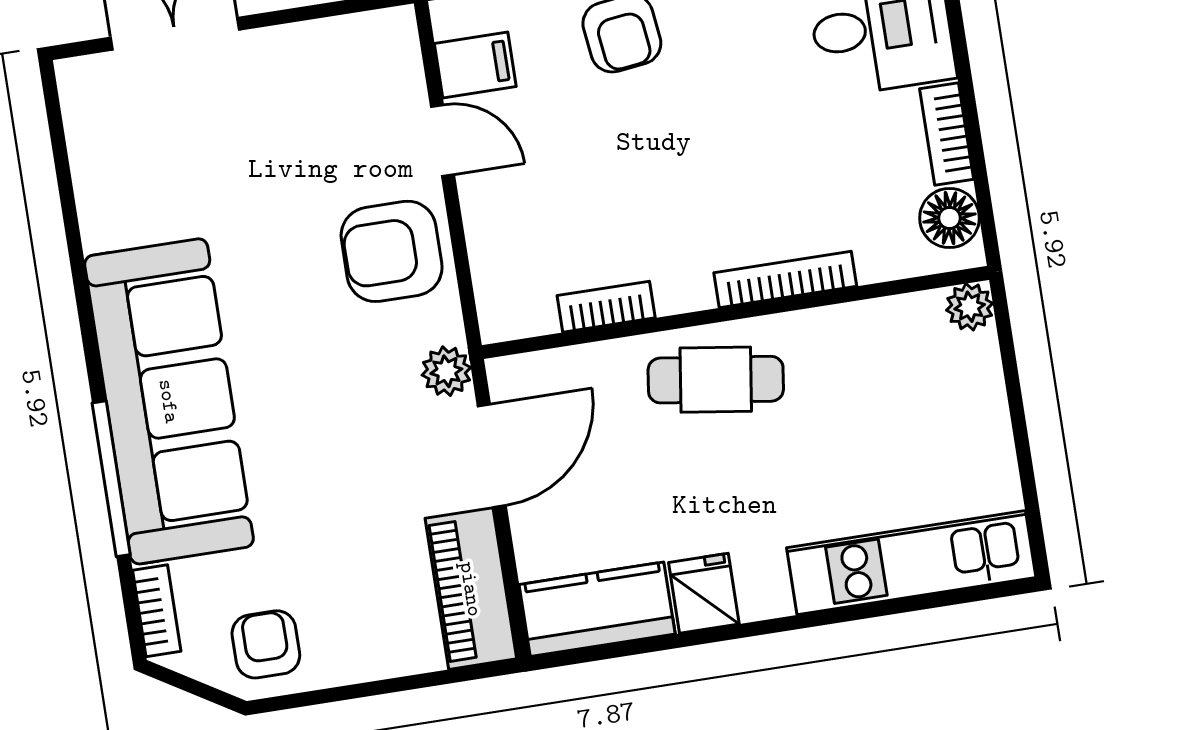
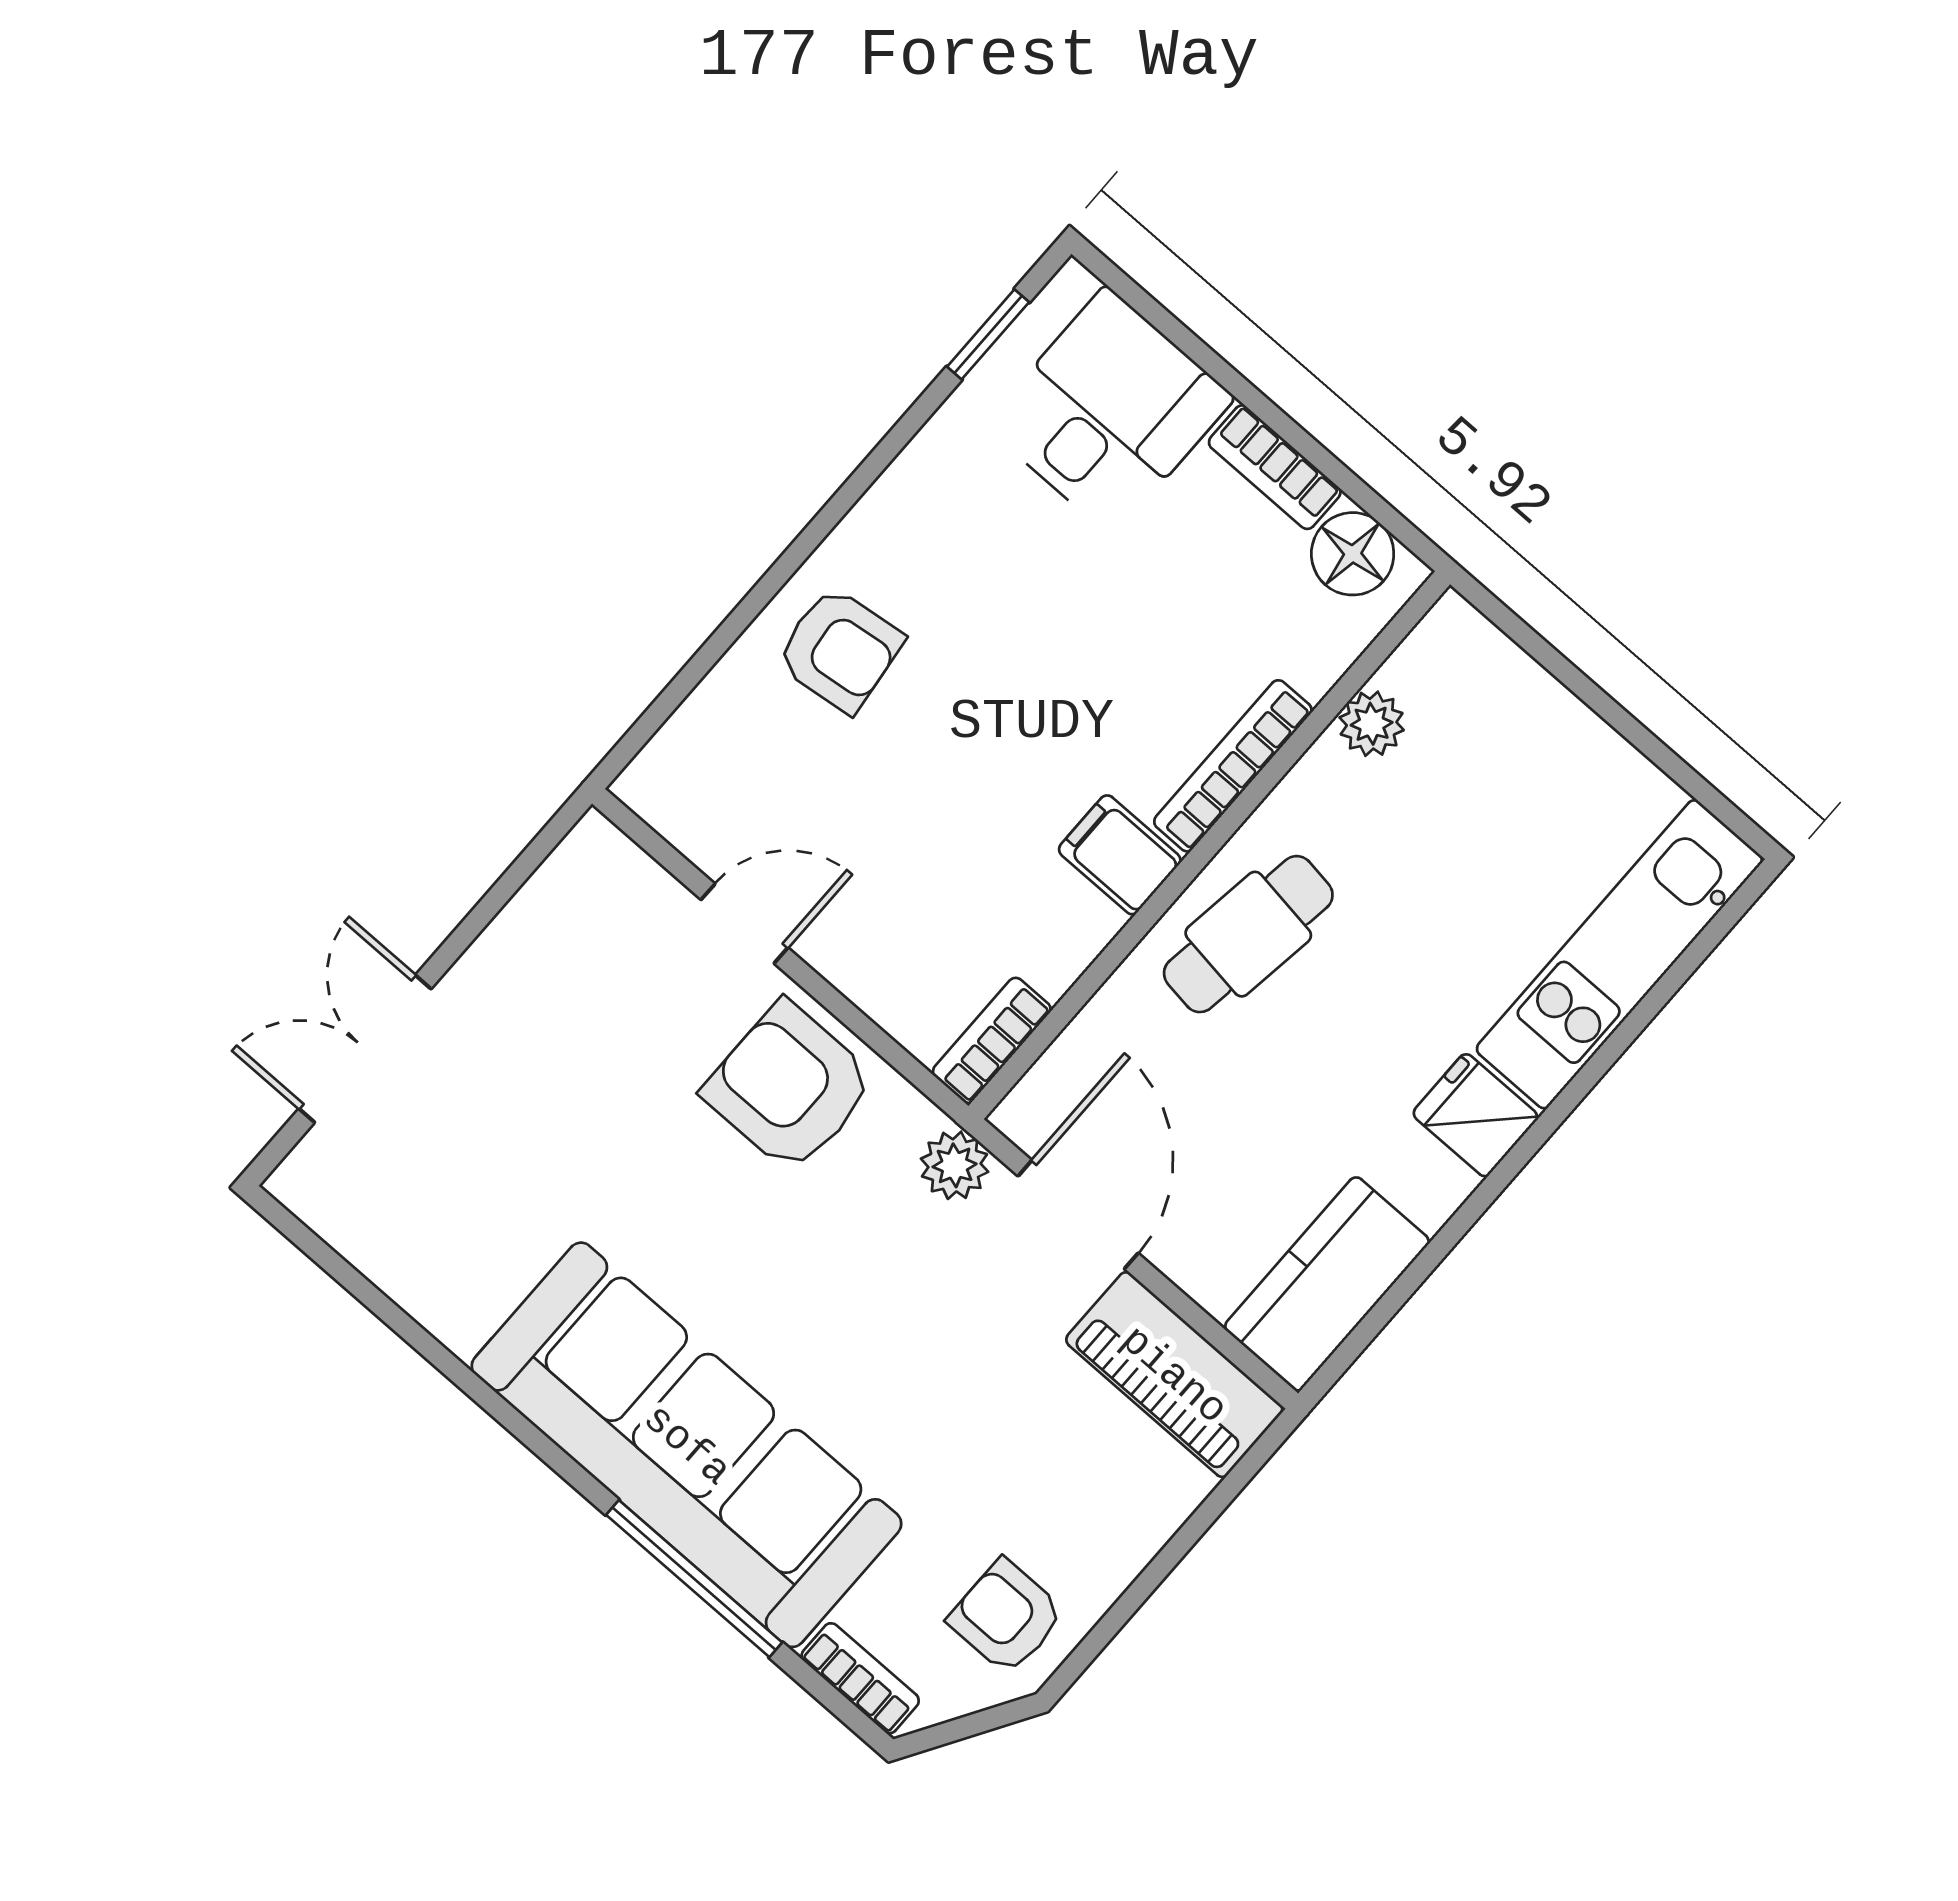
filing cabinet: (475, 65) -> (1120, 855), moved, turned -90
armchair: (392, 251) -> (789, 1087), turned 90
bookcase: (606, 307) -> (992, 1040), moved
plant: (970, 307) -> (1372, 724), moved
fridge: (704, 593) -> (1475, 1115), moved

